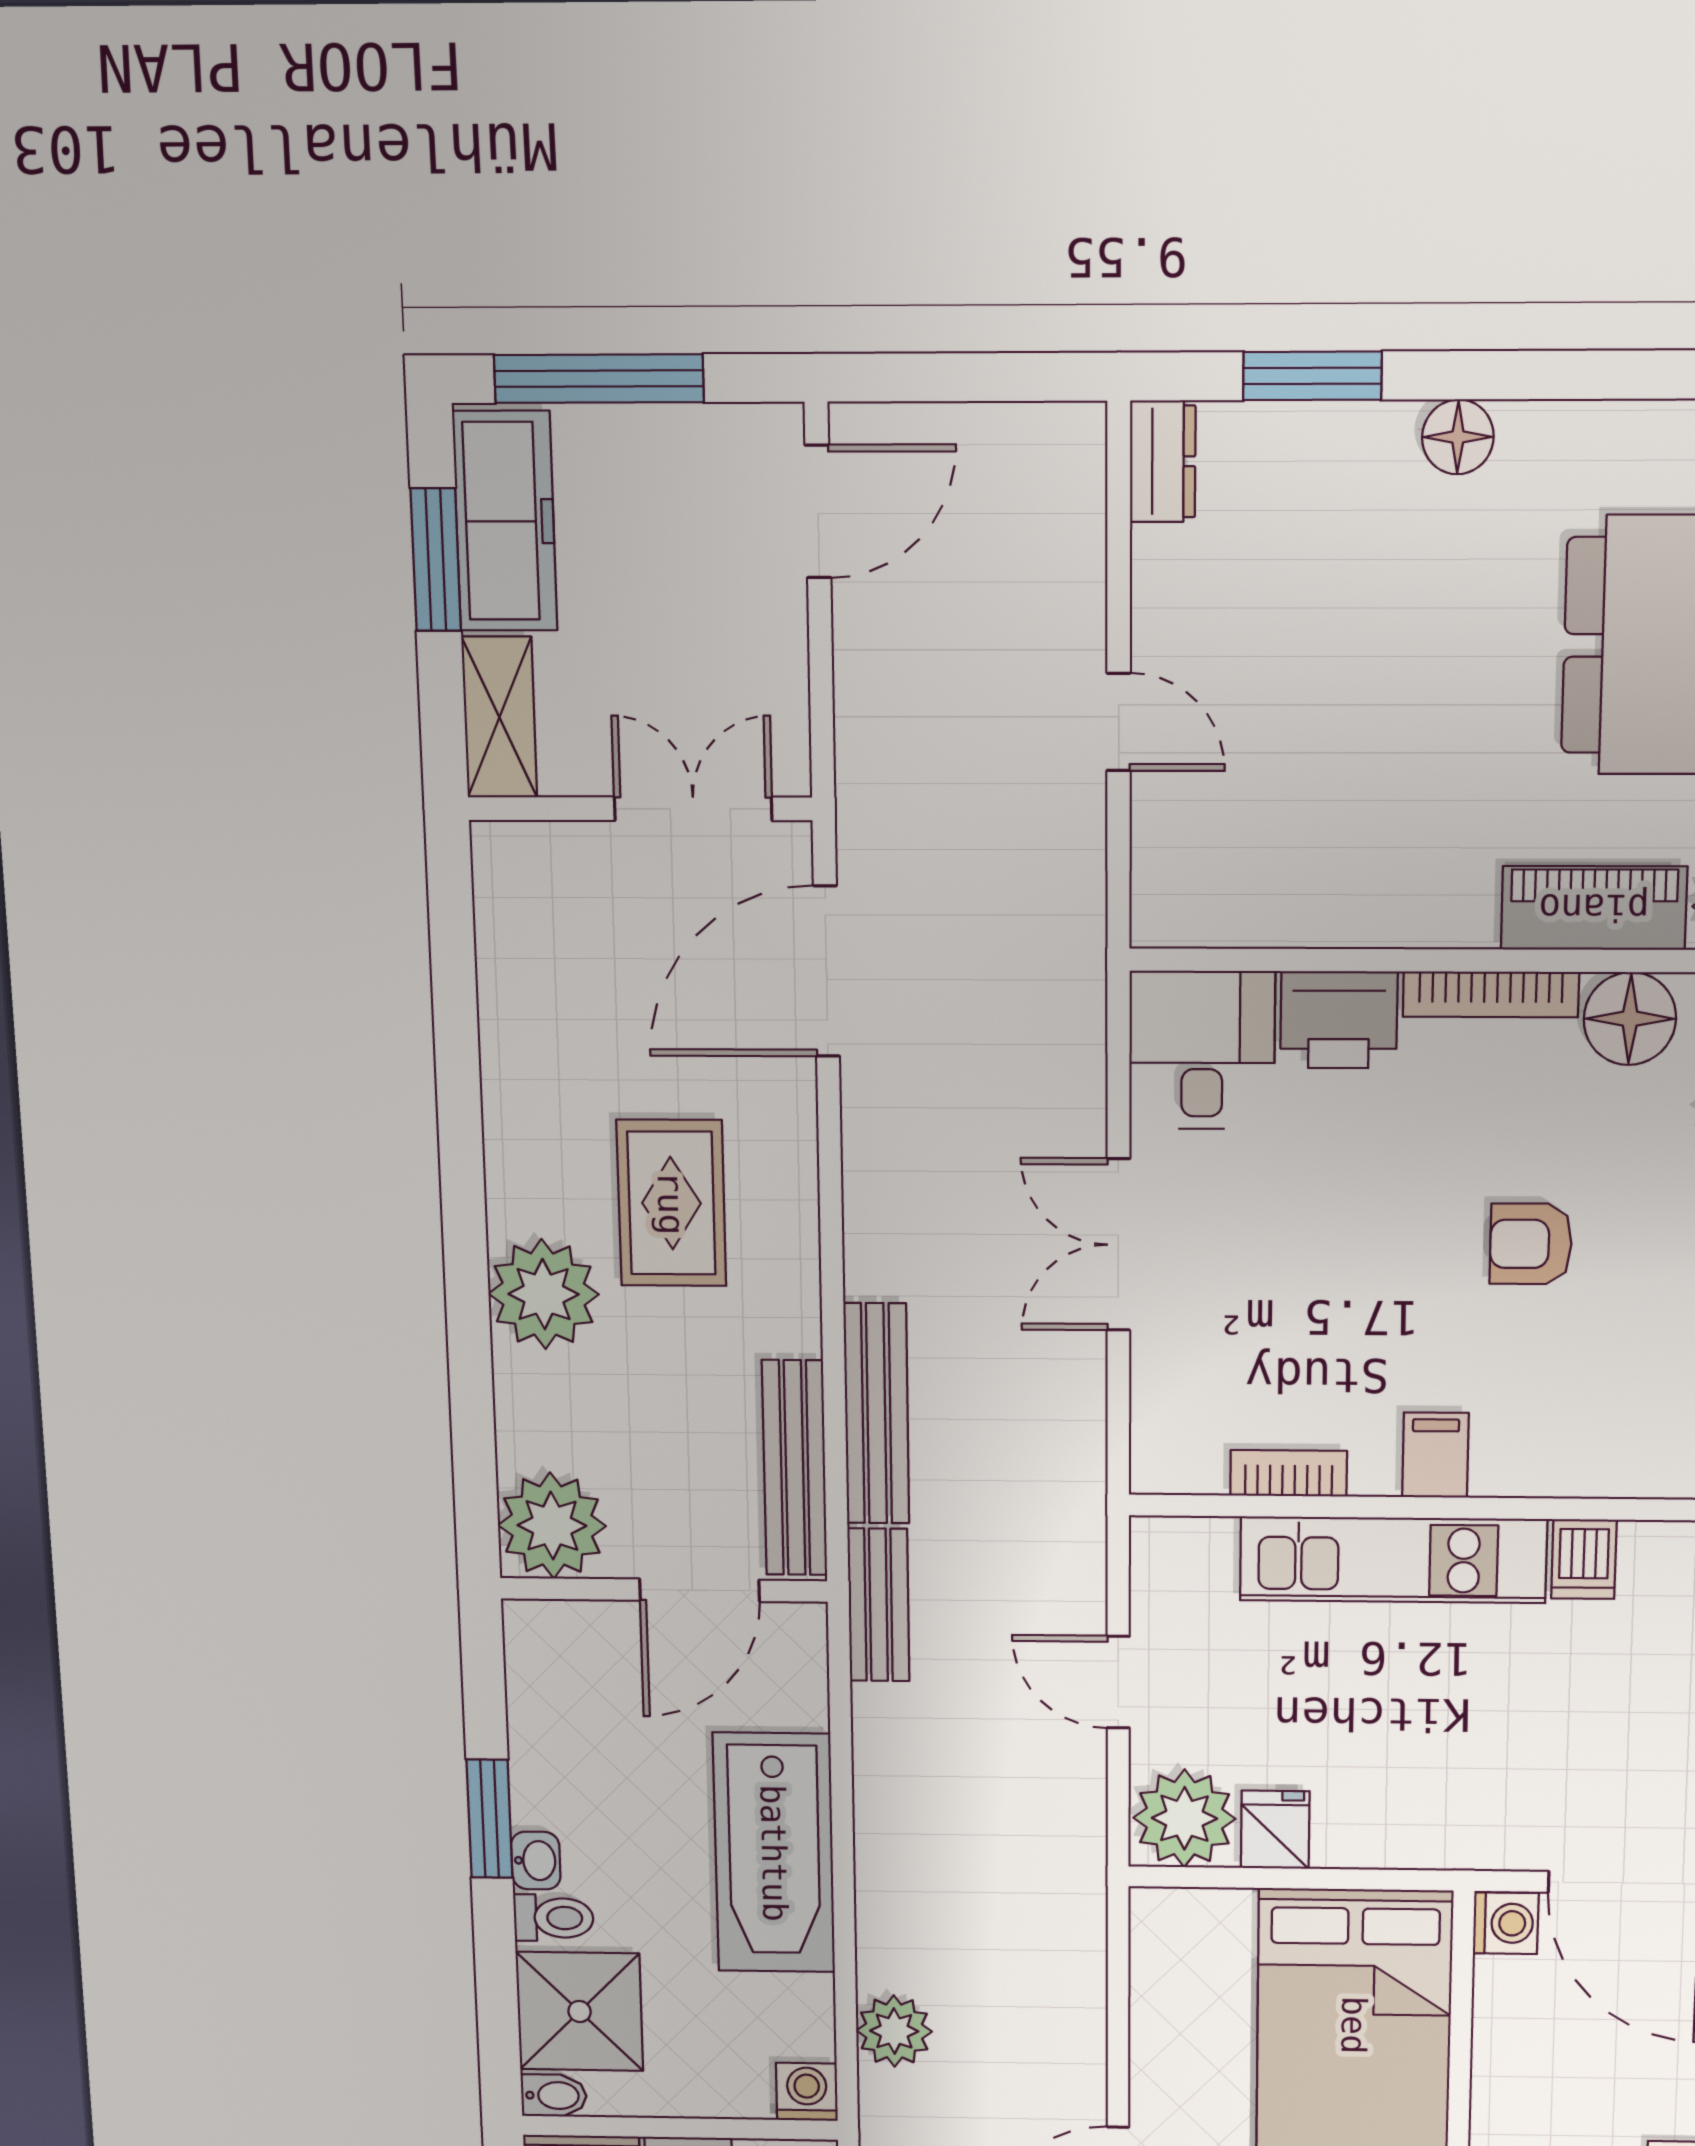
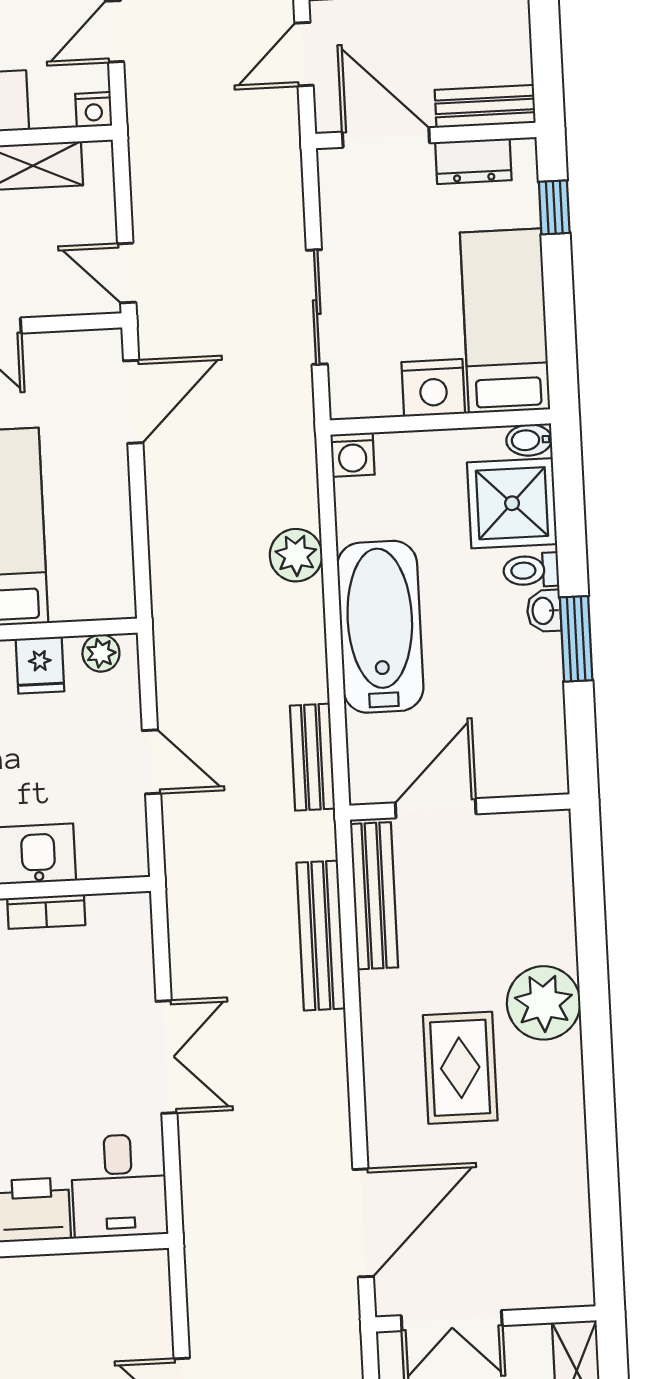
plant: (552, 1526) -> (536, 847), removed
bench: (878, 1605) -> (312, 757), moved
plant: (1184, 1818) -> (101, 653), width x0.53, depth x0.53
plant: (894, 2031) -> (296, 555), moved

